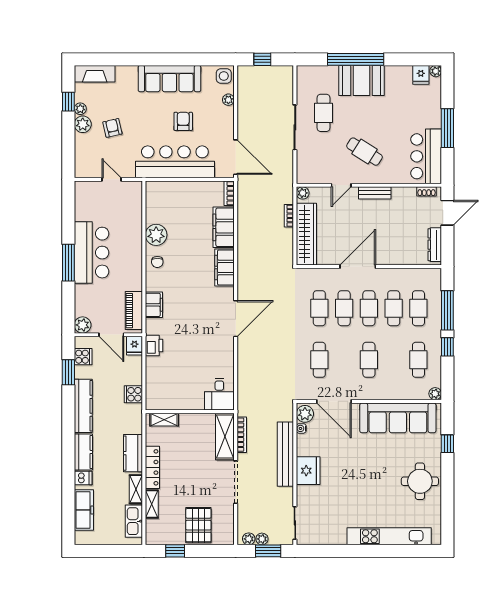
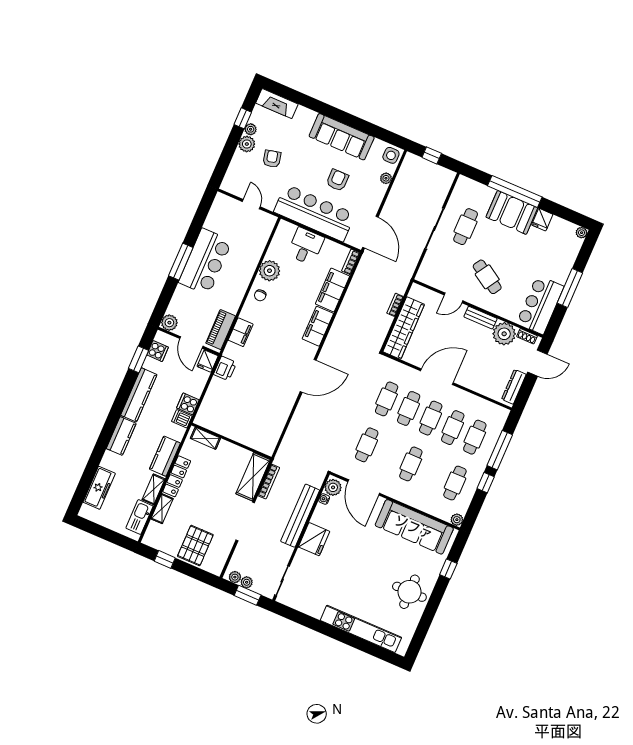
fridge: (421, 75) -> (542, 220), moved
plant: (303, 193) -> (504, 334), moved, width x1.87, depth x1.87
desk: (219, 394) -> (306, 246), moved, turned 180
dishwasher: (83, 478) -> (182, 419), moved, turned 180

